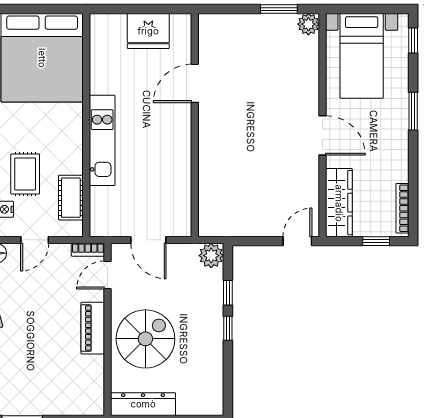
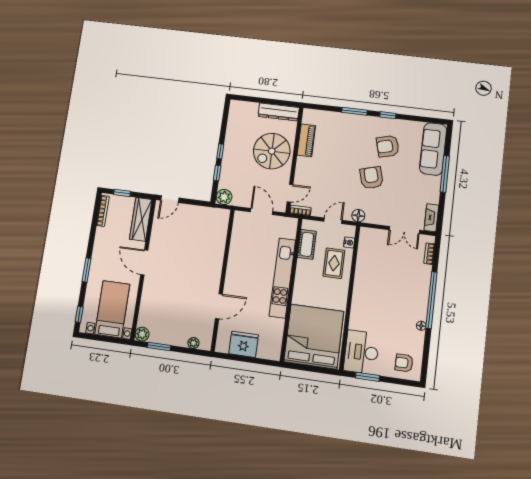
plant: (226, 22) -> (193, 343), added
kitchen unit: (102, 140) -> (282, 278), width x1.36
piano: (93, 328) -> (306, 140), moved

